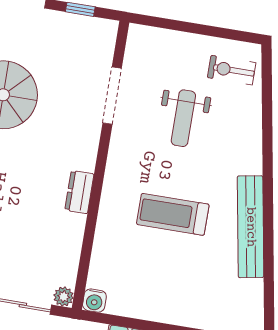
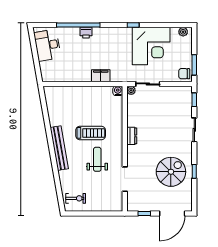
weight bench: (183, 118) -> (97, 159), moved
bench: (251, 227) -> (59, 148), moved

